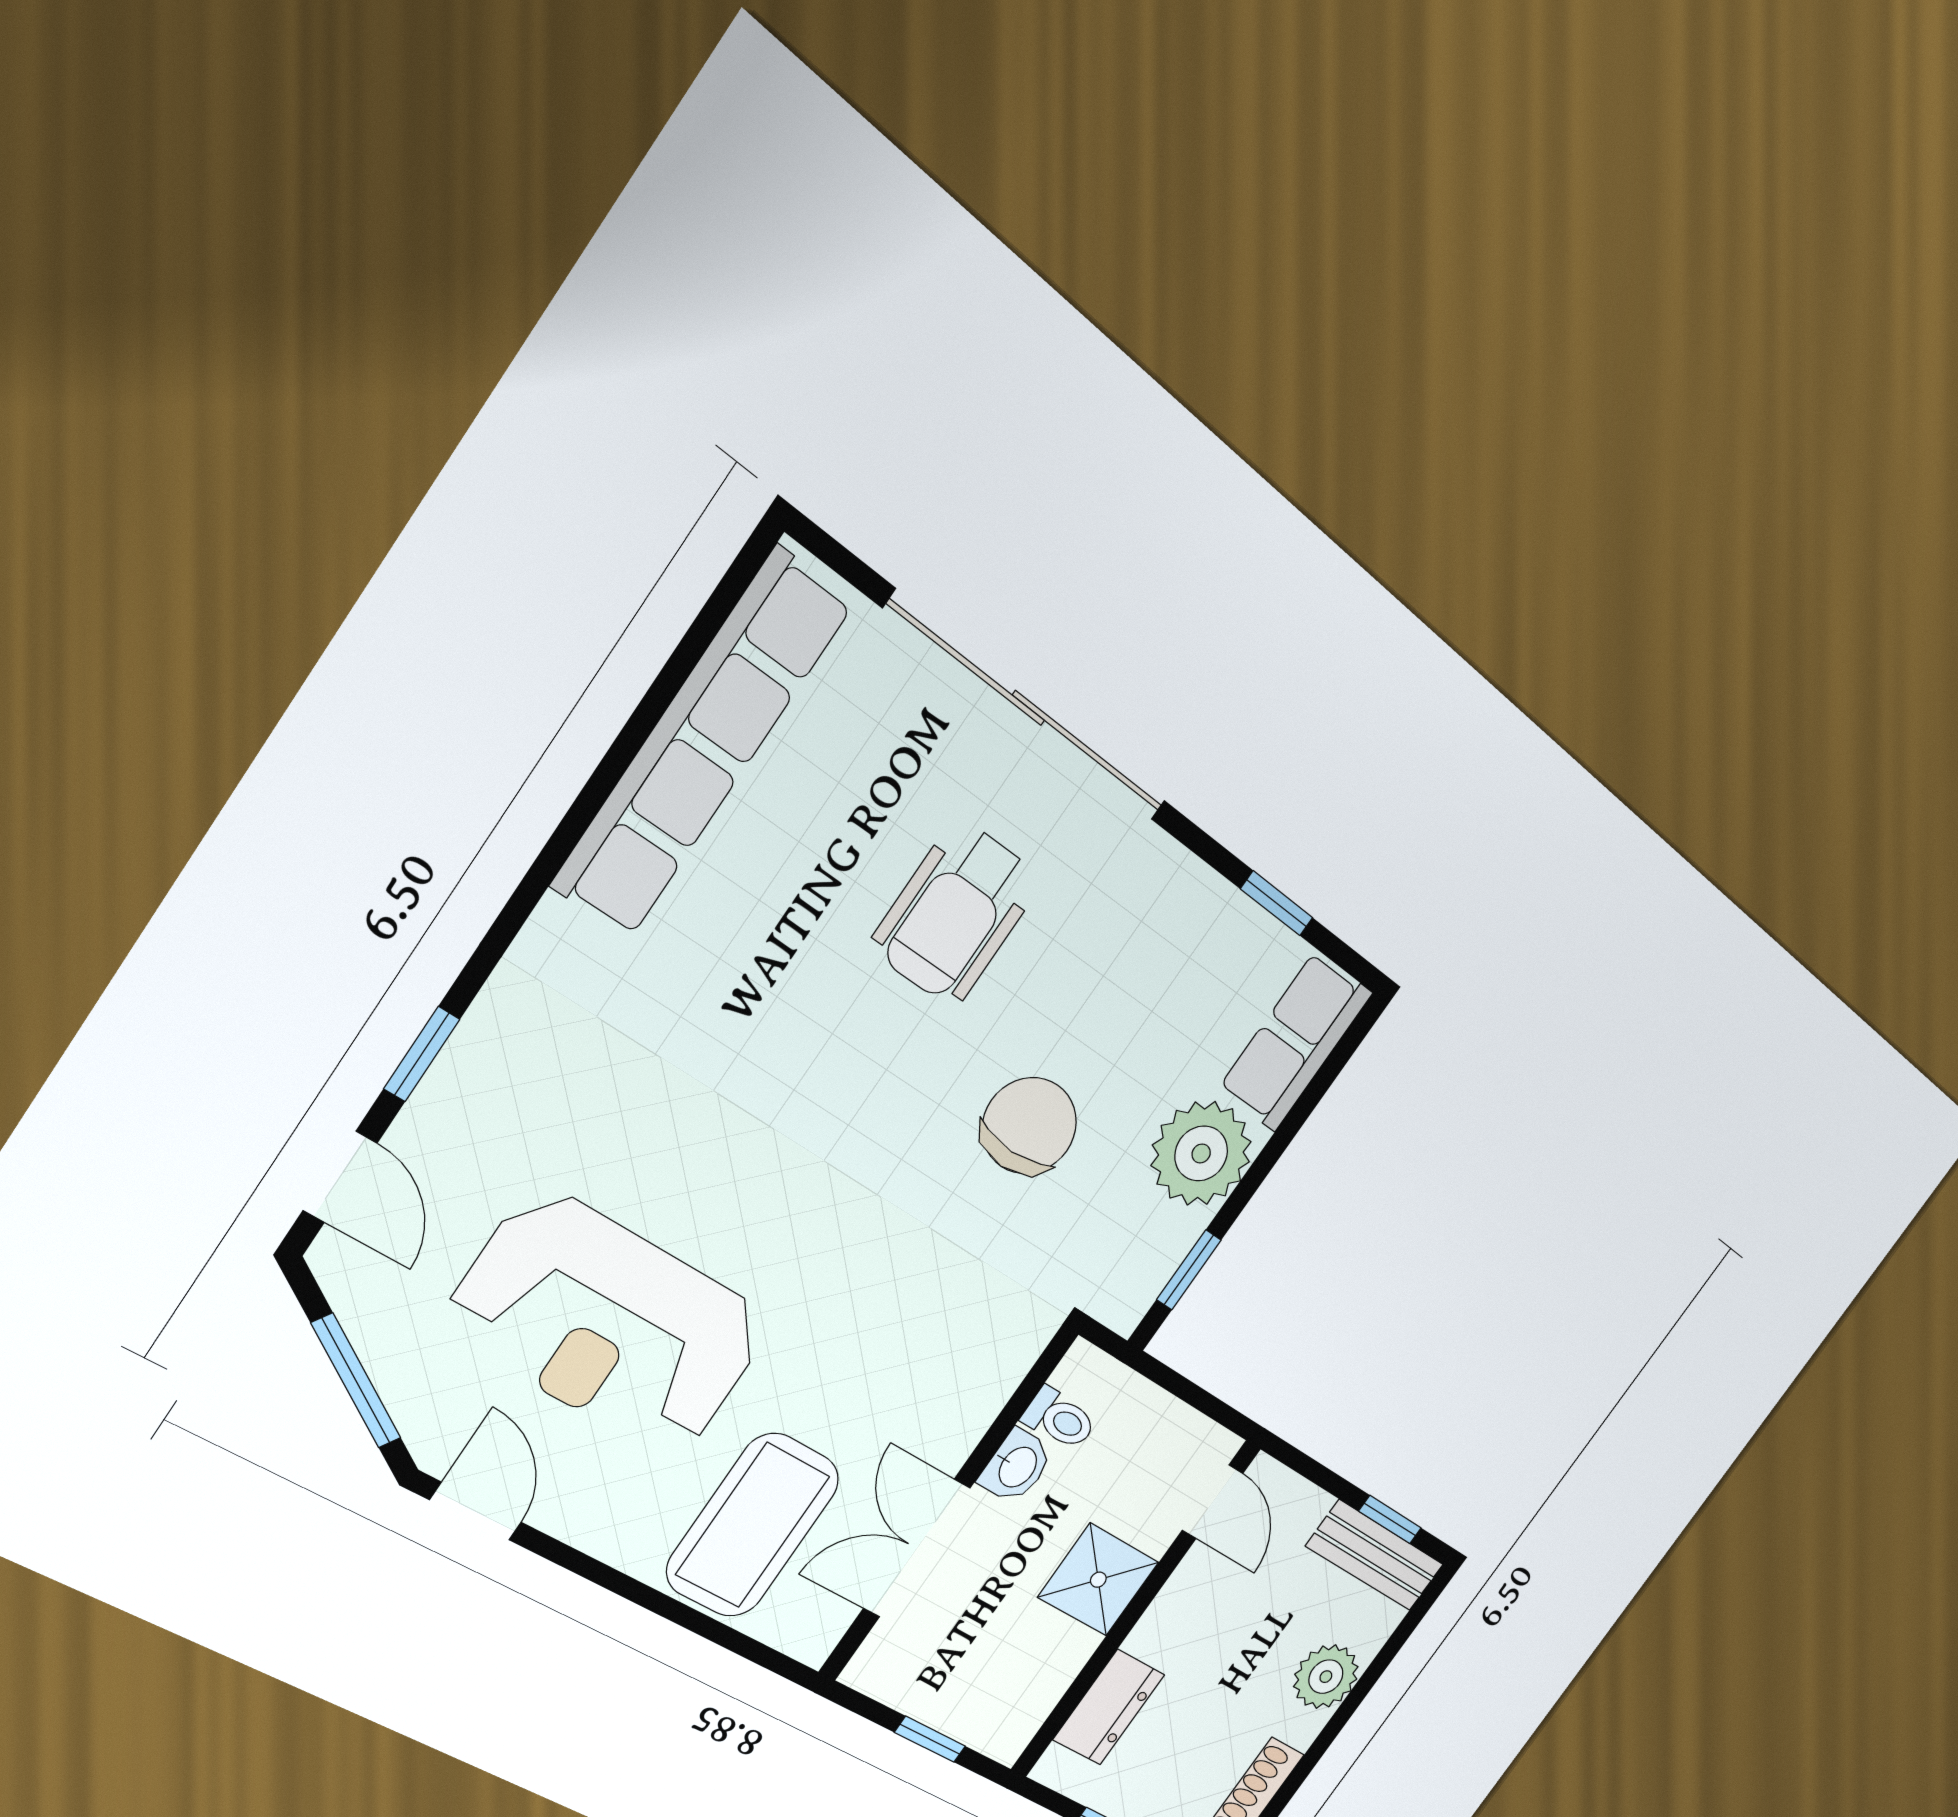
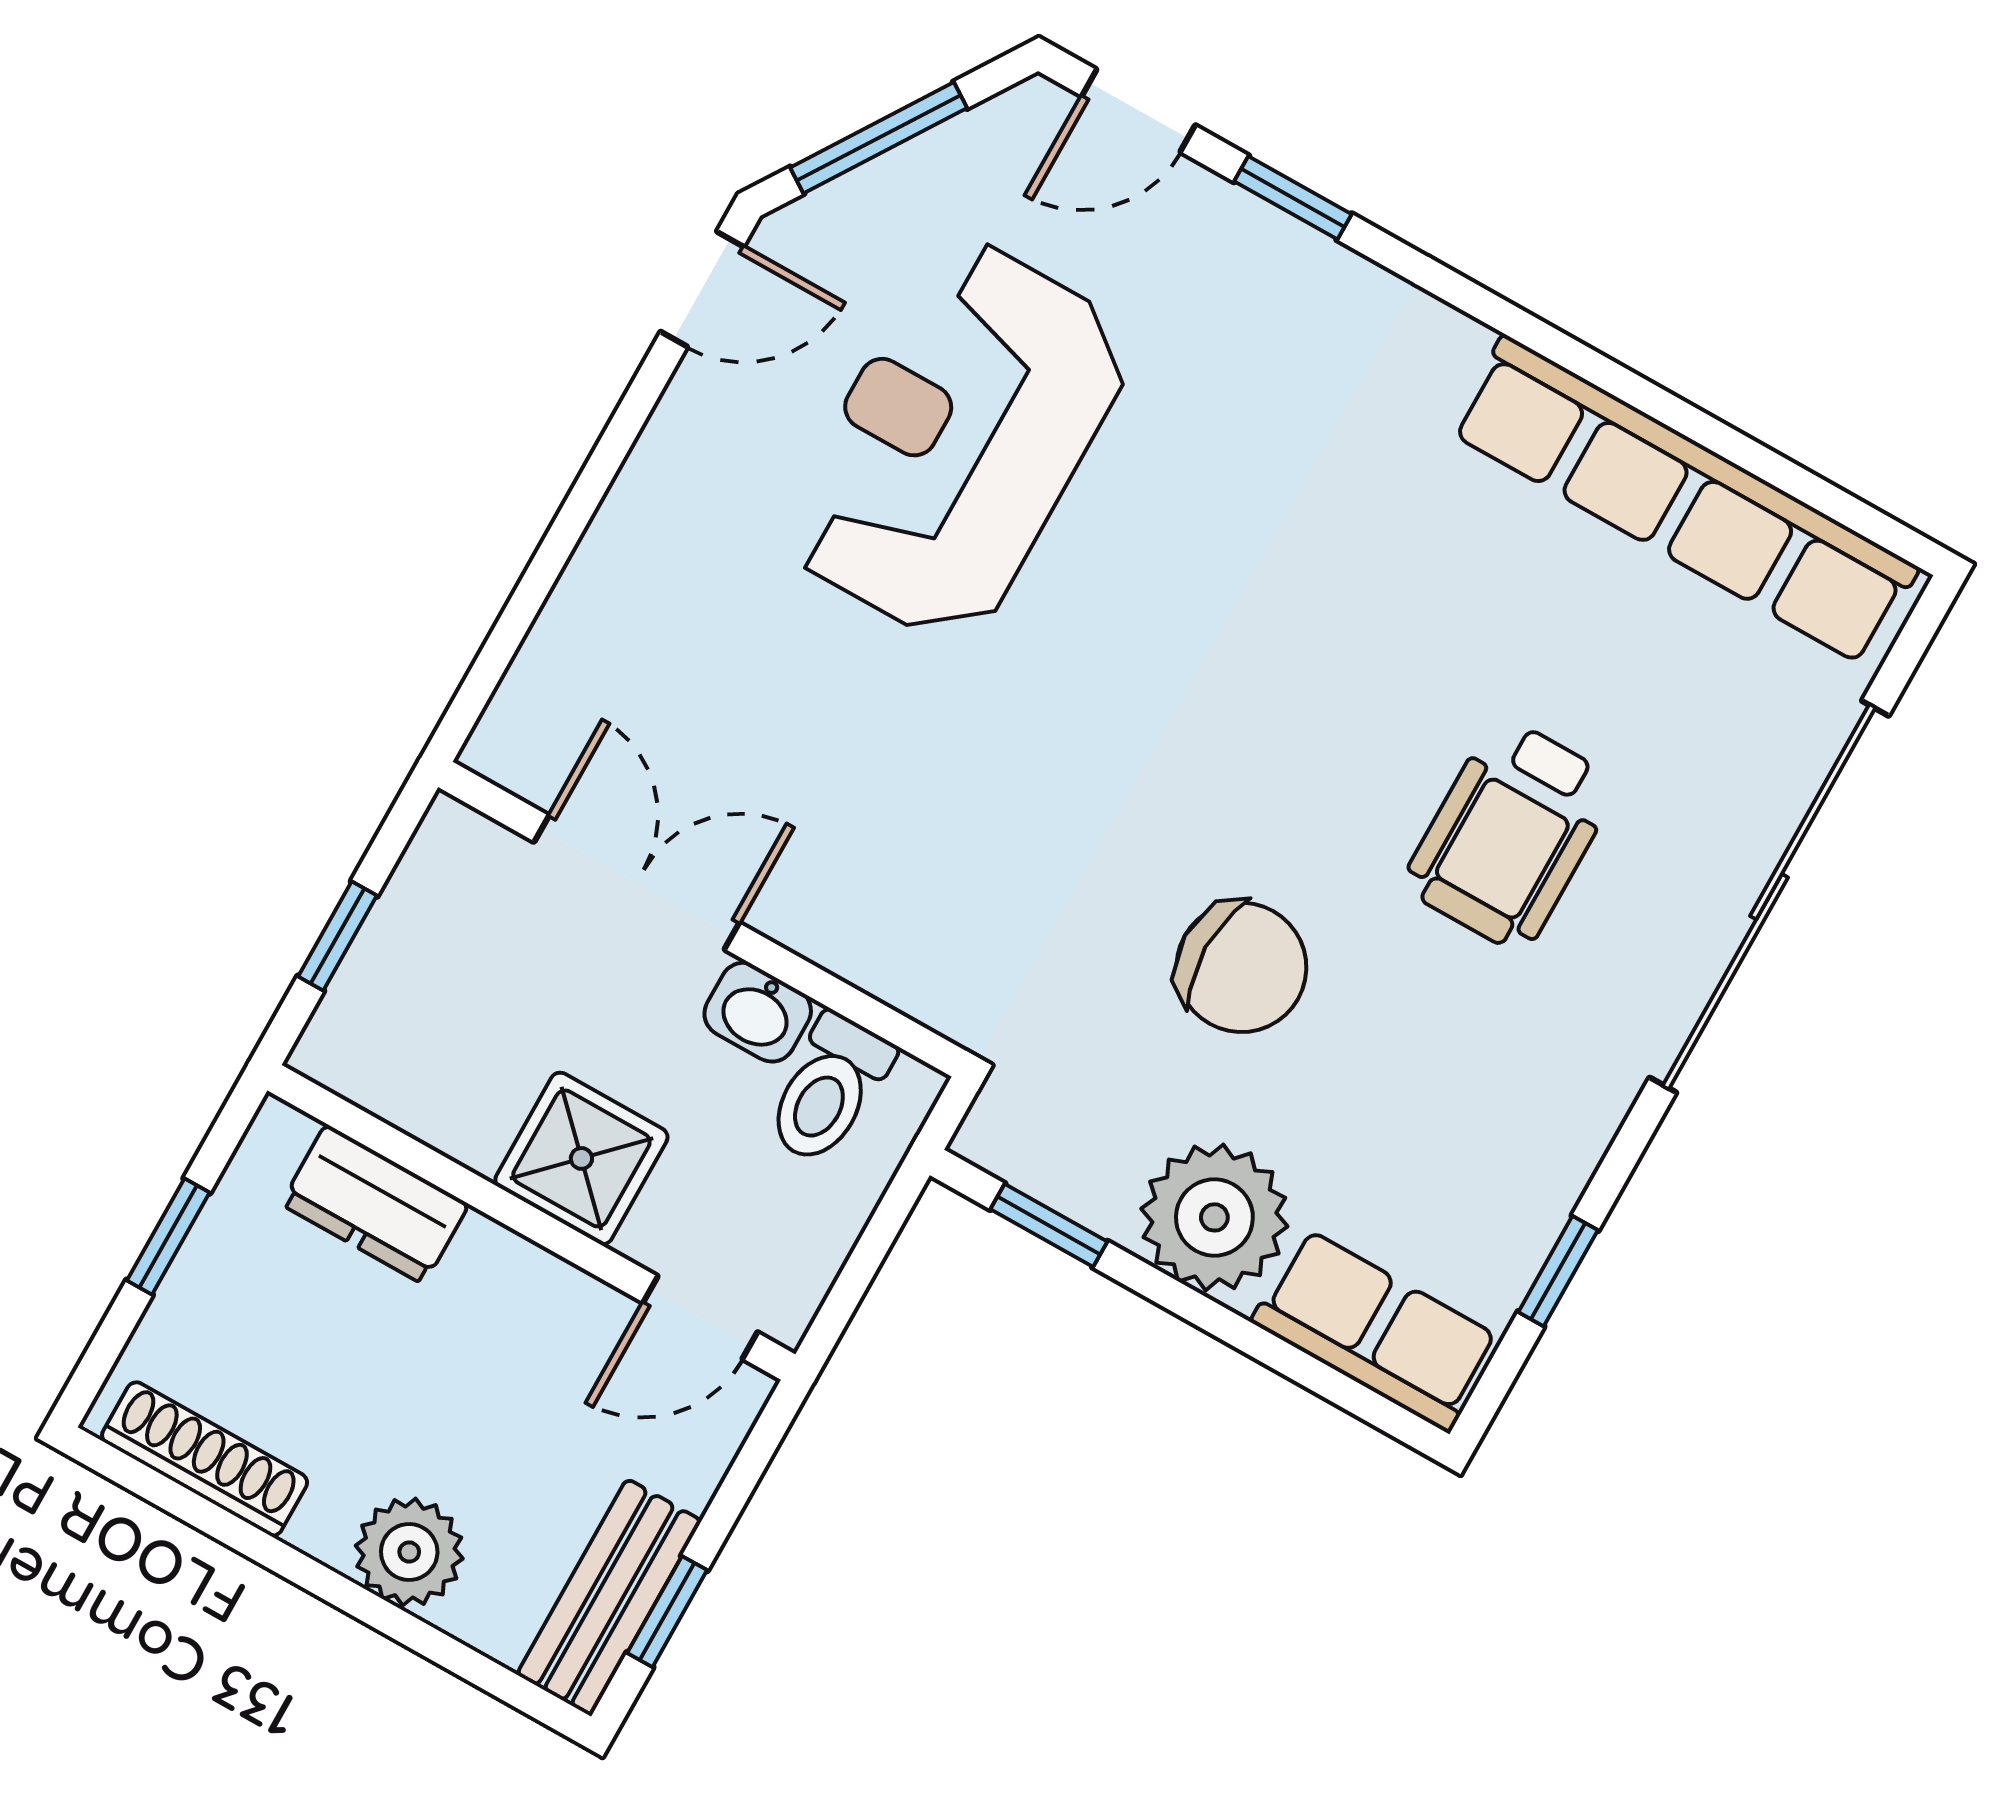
wheelchair: (956, 913) -> (1510, 834), turned -90
toilet: (1060, 1419) -> (829, 1089), width x1.37, depth x1.39
coffee table: (753, 1525) -> (675, 650), removed

